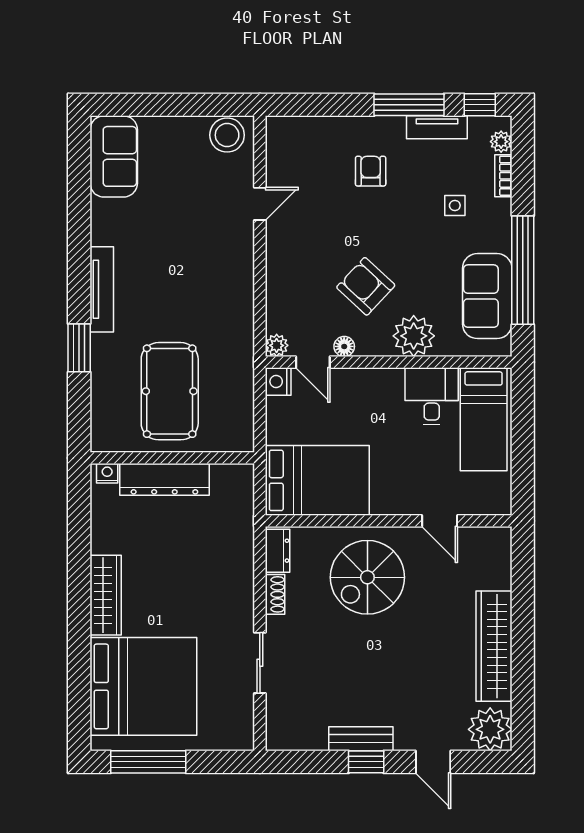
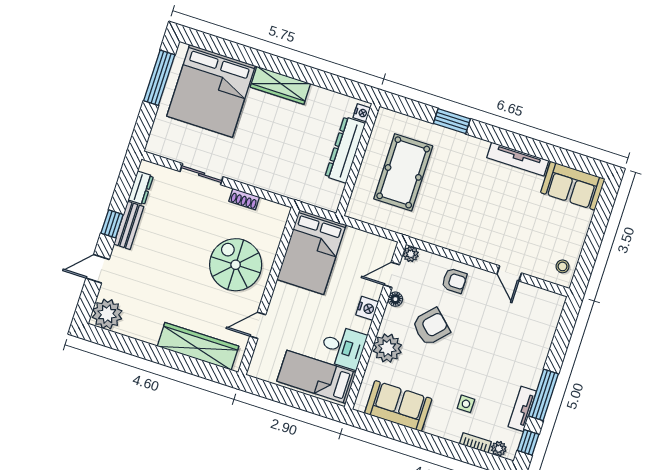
stool: (227, 135) -> (563, 266), width x0.53, depth x0.53
armchair: (371, 171) -> (454, 281), moved
window: (523, 270) -> (408, 435), removed
tv unit: (102, 289) -> (518, 159), moved
nightstand: (278, 382) -> (367, 308), moved, turned 90
pool table: (170, 391) -> (403, 172), turned 90
dresser: (278, 551) -> (141, 188), moved, turned -90
wardrobe: (494, 646) -> (198, 346), moved

